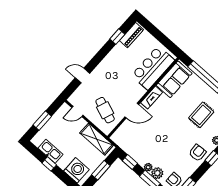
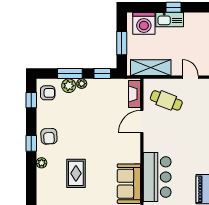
fireplace: (152, 98) -> (135, 94), moved
door: (77, 111) -> (190, 77), hinge flipped
kitchen sink: (51, 151) -> (170, 20), moved

